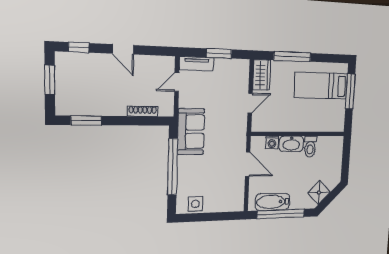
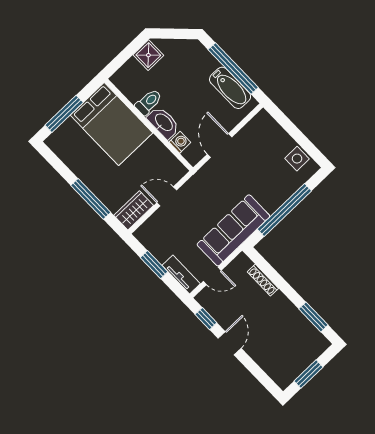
window: (79, 47) -> (206, 319), moved
bed: (321, 86) -> (111, 124), moved, width x1.50
sofa: (191, 132) -> (233, 230), width x1.36
shower: (319, 193) -> (148, 55), moved, turned 45

